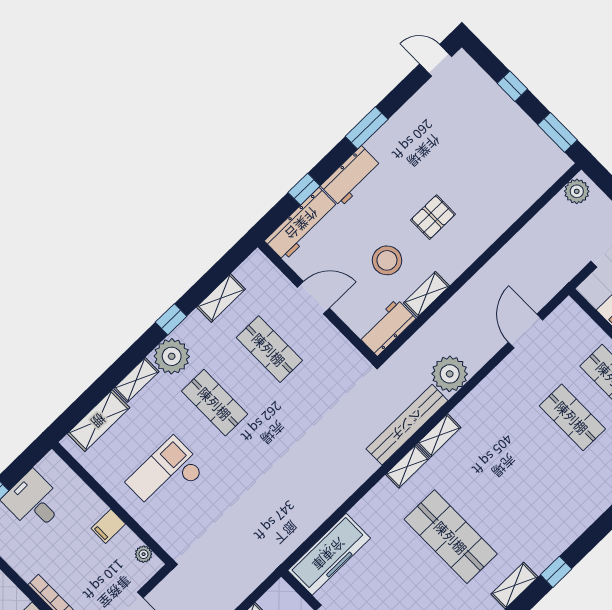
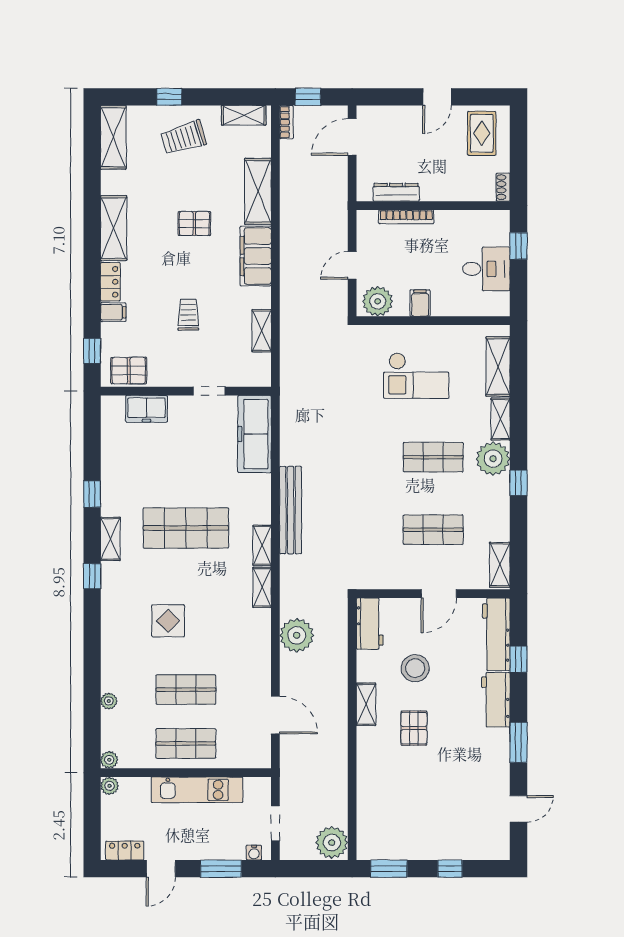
door: (436, 60) -> (518, 809), moved
plant: (577, 191) -> (332, 843), width x1.36, depth x1.36
shelving: (426, 294) -> (366, 704), moved
shelving: (221, 298) -> (500, 565), moved
bench: (407, 425) -> (291, 510), moved
checkout: (166, 475) -> (416, 376), turned 90
display table: (534, 482) -> (168, 621), added
plant: (144, 554) -> (378, 301), width x1.88, depth x1.88

